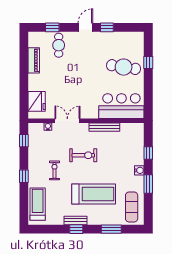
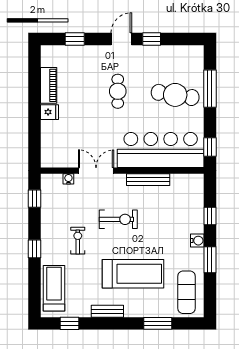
cafe table: (59, 45) -> (118, 91), moved
window: (148, 63) -> (210, 89), width x2.17
fridge: (37, 101) -> (49, 112), moved, width x0.53, depth x0.75
window: (148, 104) -> (210, 147), added
bar counter: (121, 106) -> (161, 150), width x1.36
window: (76, 229) -> (70, 323), moved

